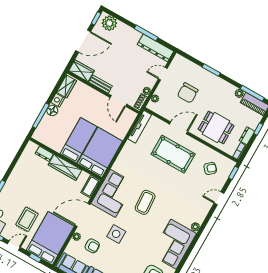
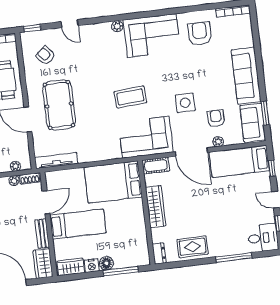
bed: (79, 140) -> (78, 224), moved, turned 180
dresser: (44, 154) -> (159, 253), moved
rug: (27, 219) -> (192, 247), moved
bed: (50, 238) -> (239, 161), width x0.67

